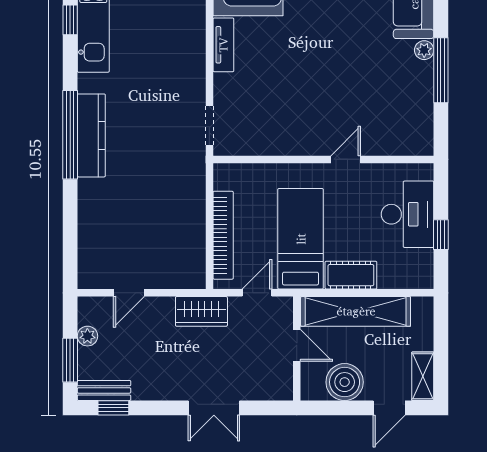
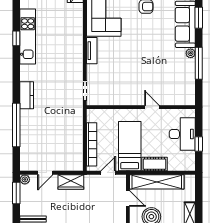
window: (70, 135) -> (16, 125), moved
kitchen counter: (91, 135) -> (27, 95), width x0.67
door: (346, 159) -> (152, 107), hinge flipped
wardrobe: (201, 311) -> (71, 182), moved
plant: (87, 336) -> (25, 179), moved
window: (70, 360) -> (16, 193), moved

